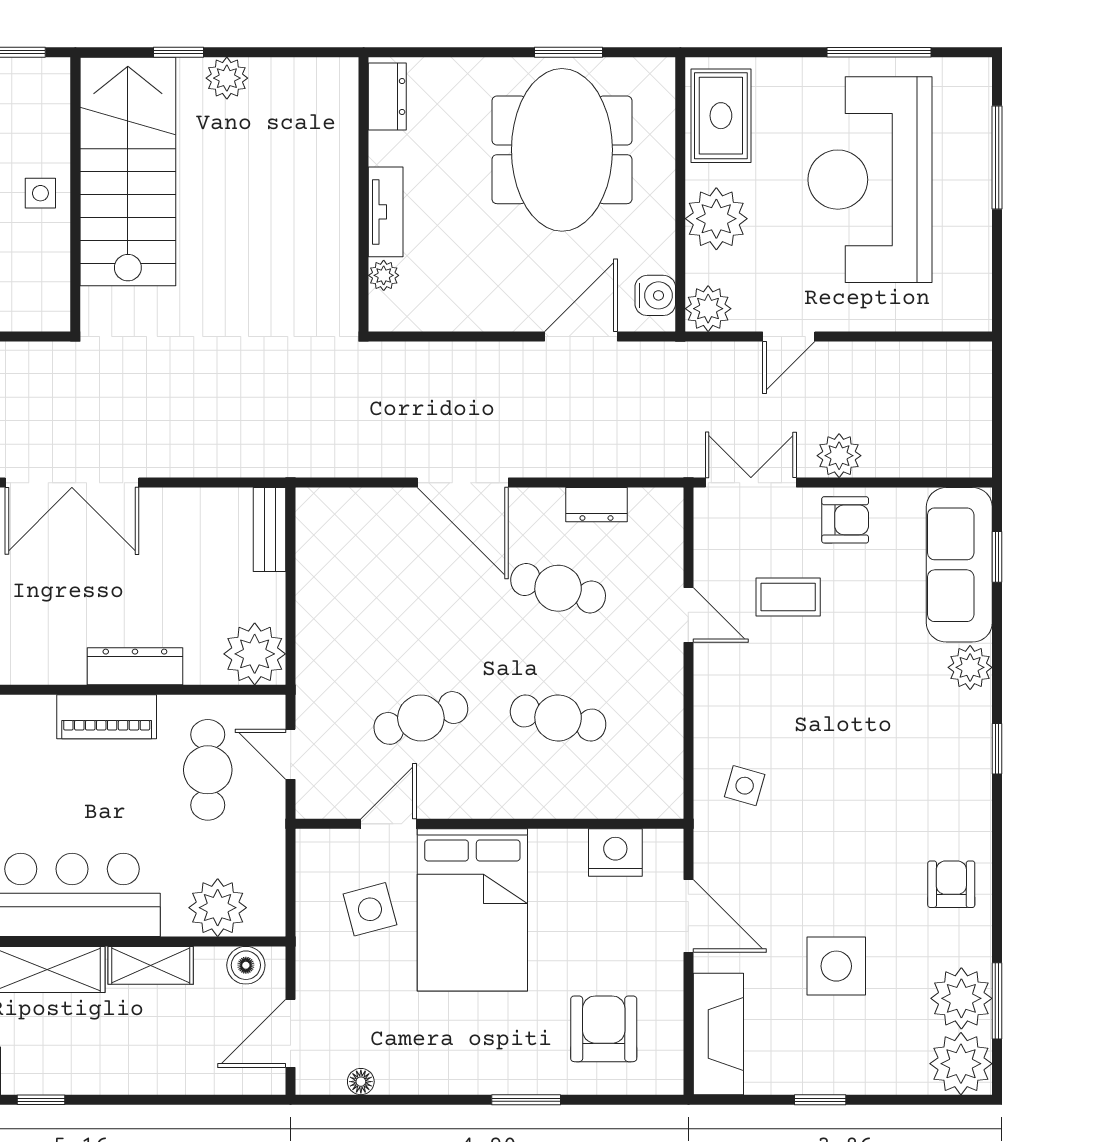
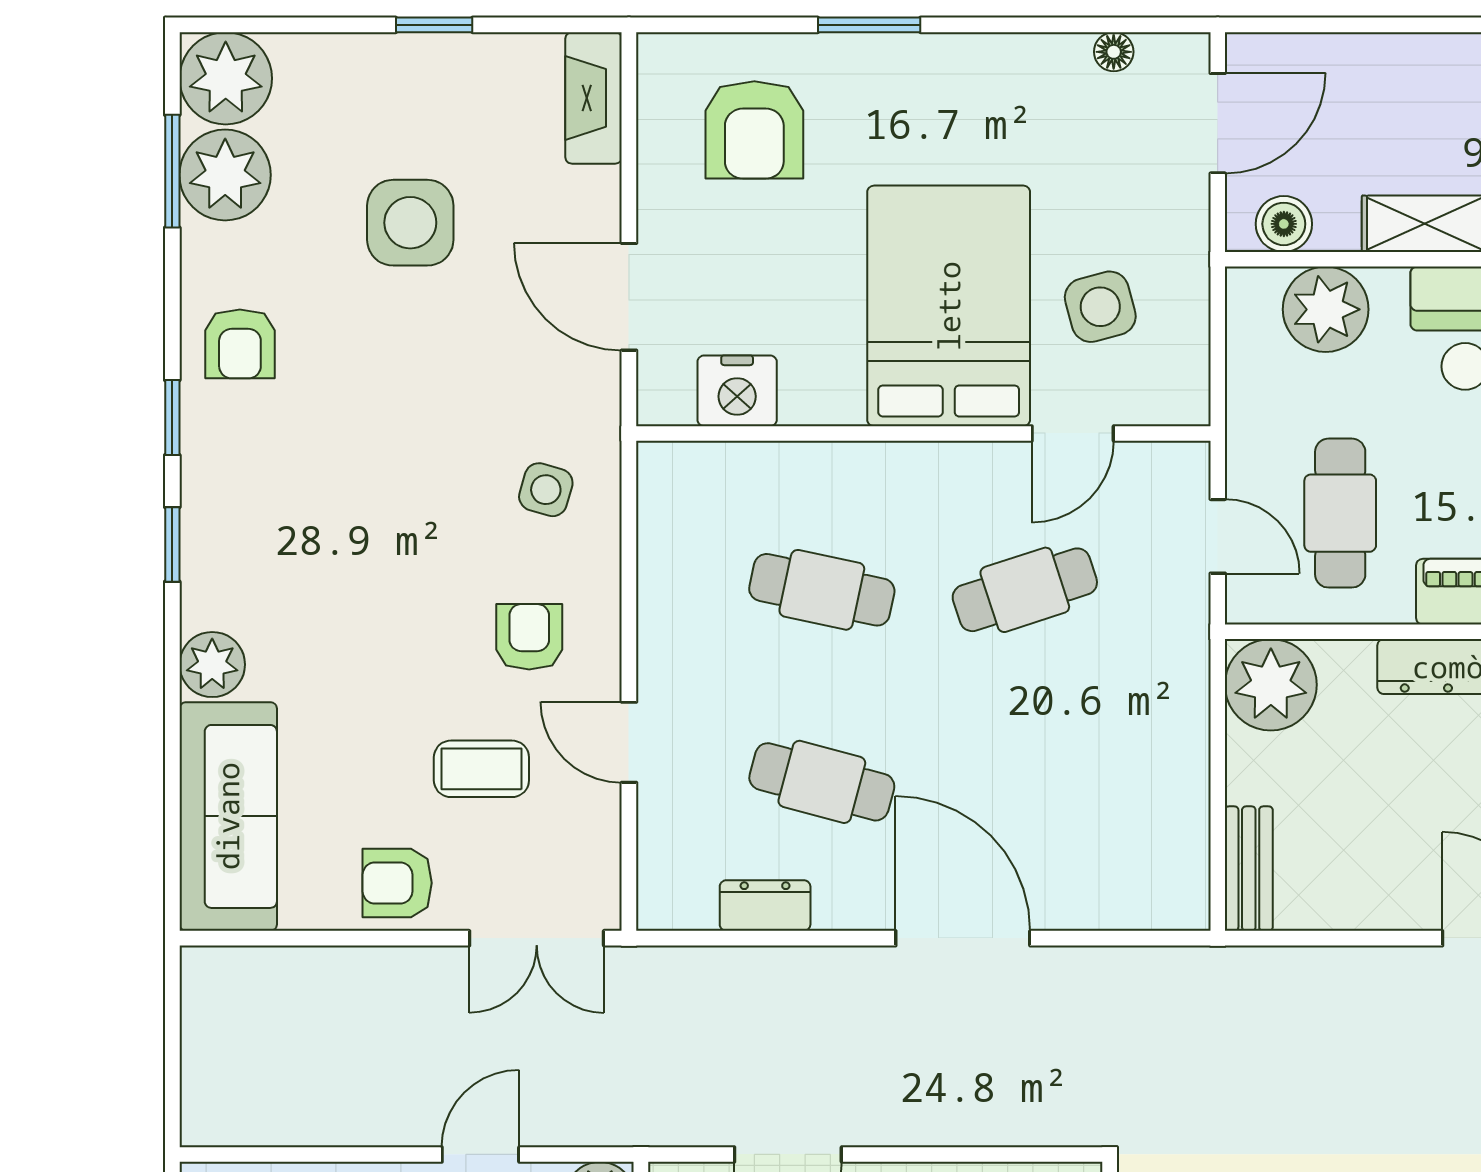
plant: (839, 456) -> (406, 978), removed
window: (997, 557) -> (172, 418), moved
armchair: (756, 686) -> (529, 637), added
fireplace: (718, 1034) -> (594, 98), width x0.73, depth x0.76

